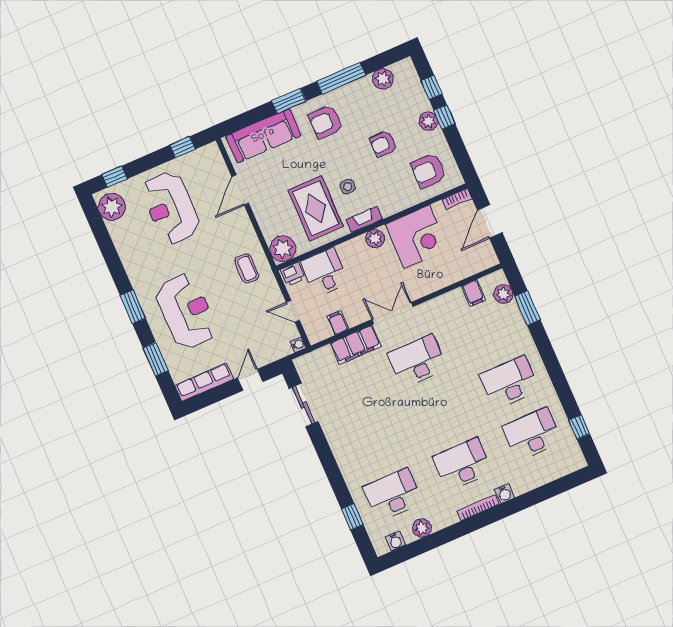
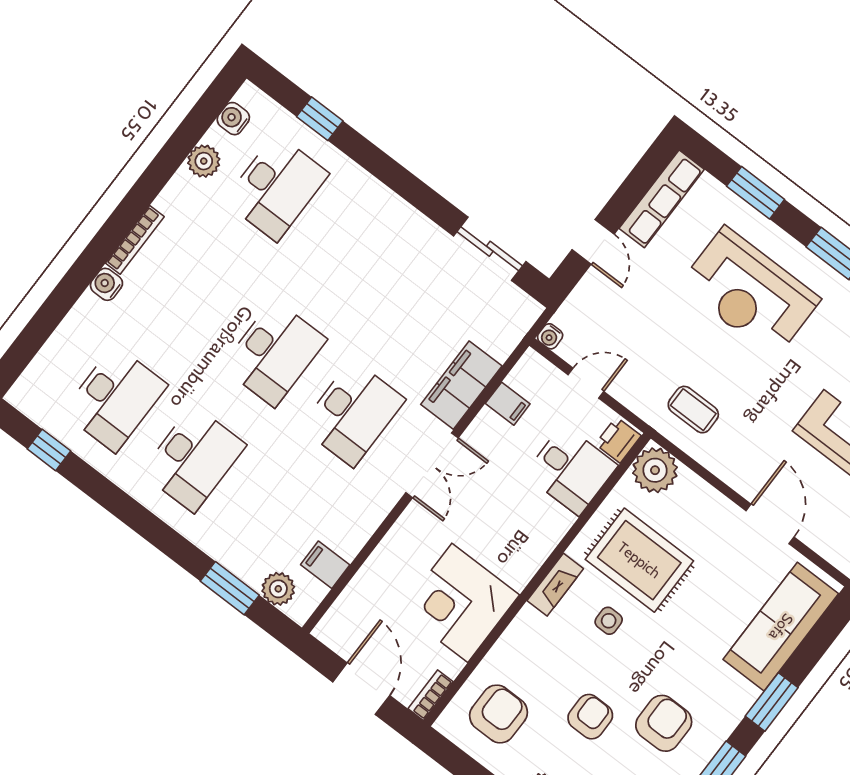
armchair: (325, 122) -> (664, 723), moved
plant: (375, 239) -> (522, 565), removed
desk: (463, 464) -> (274, 353), moved

